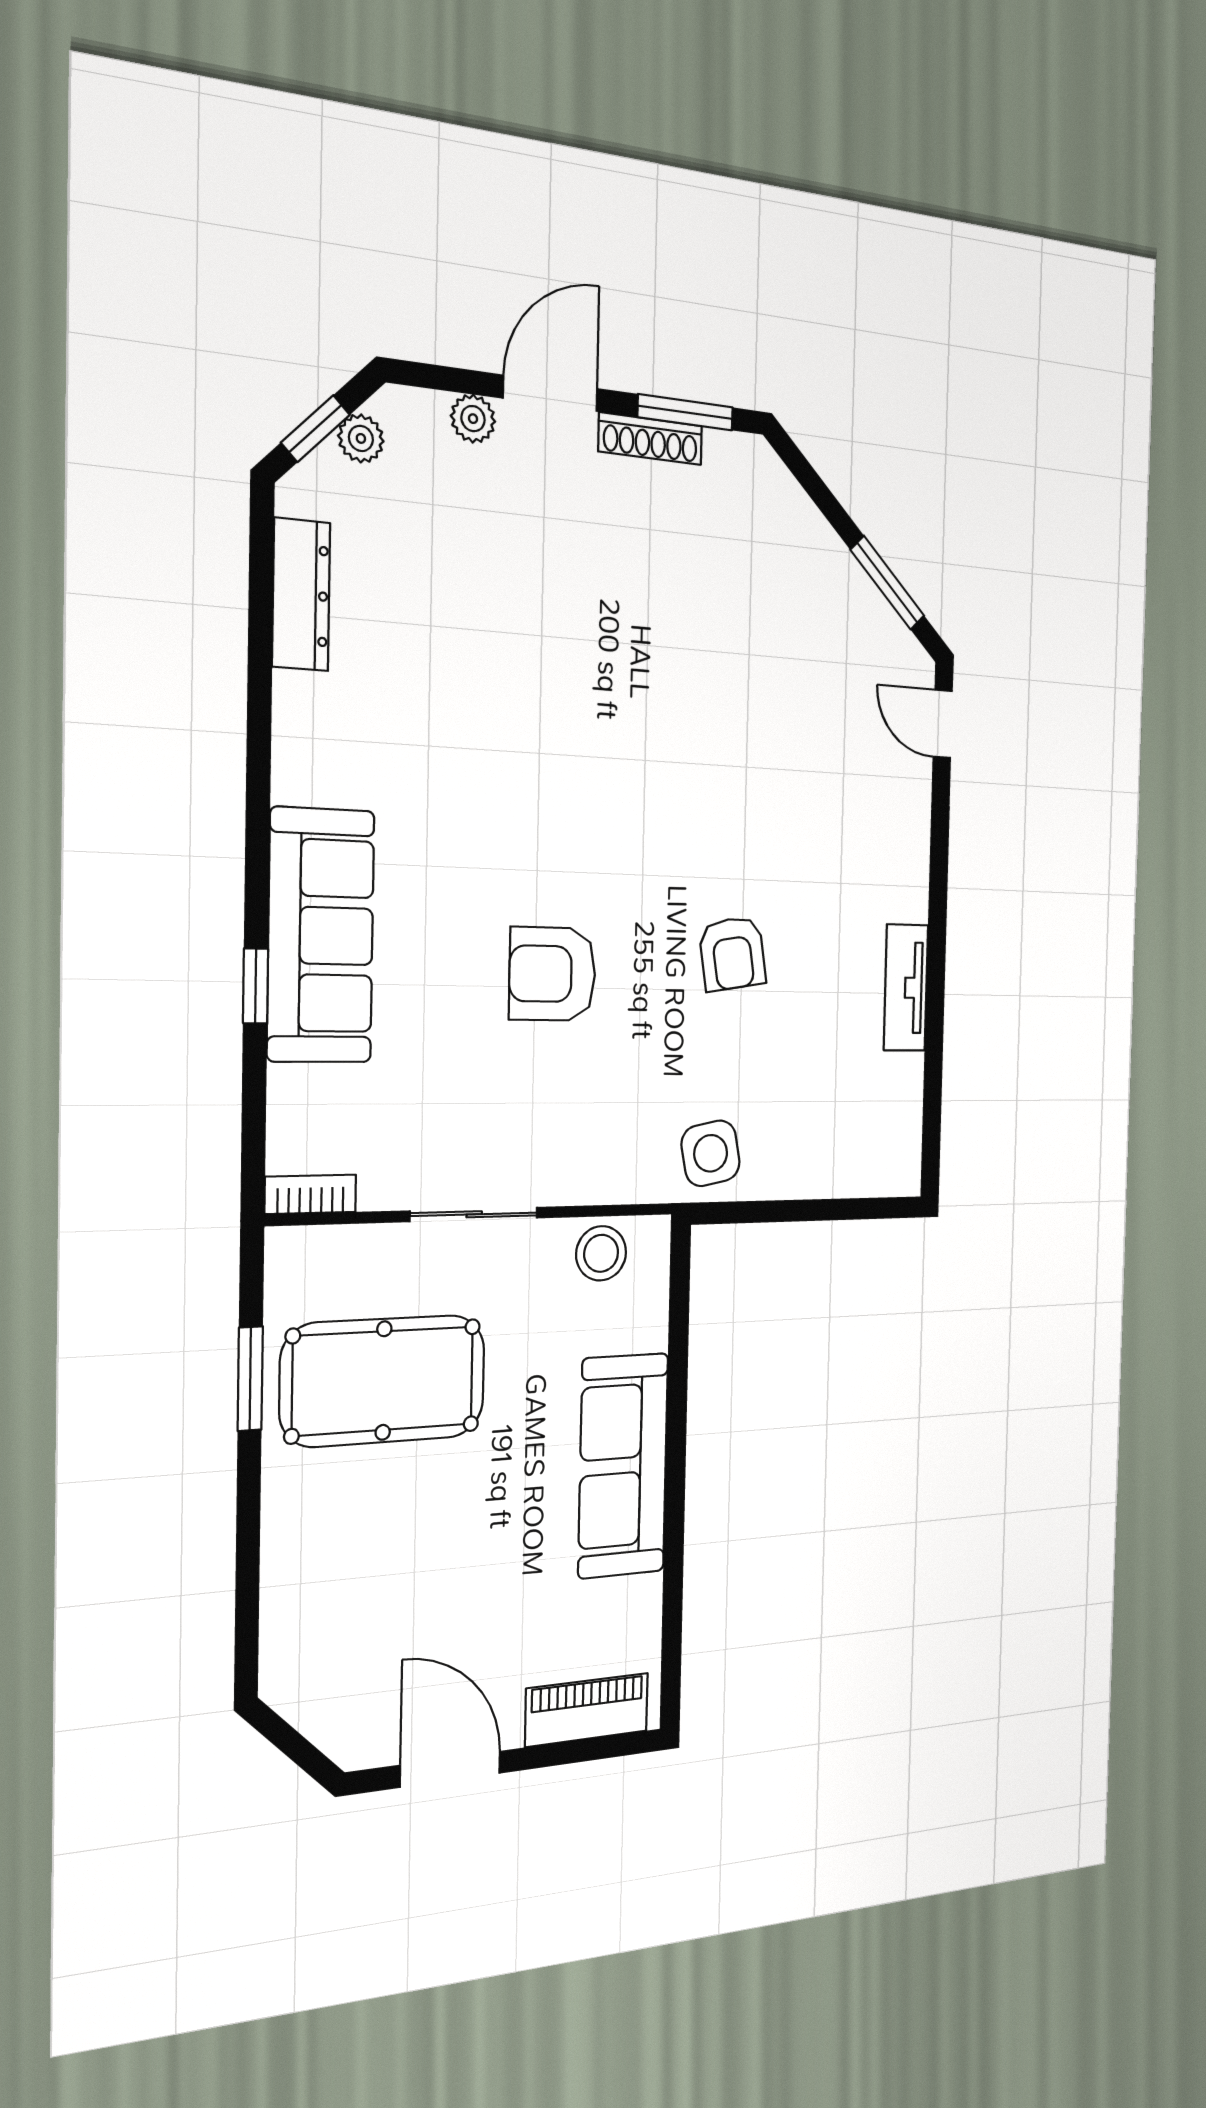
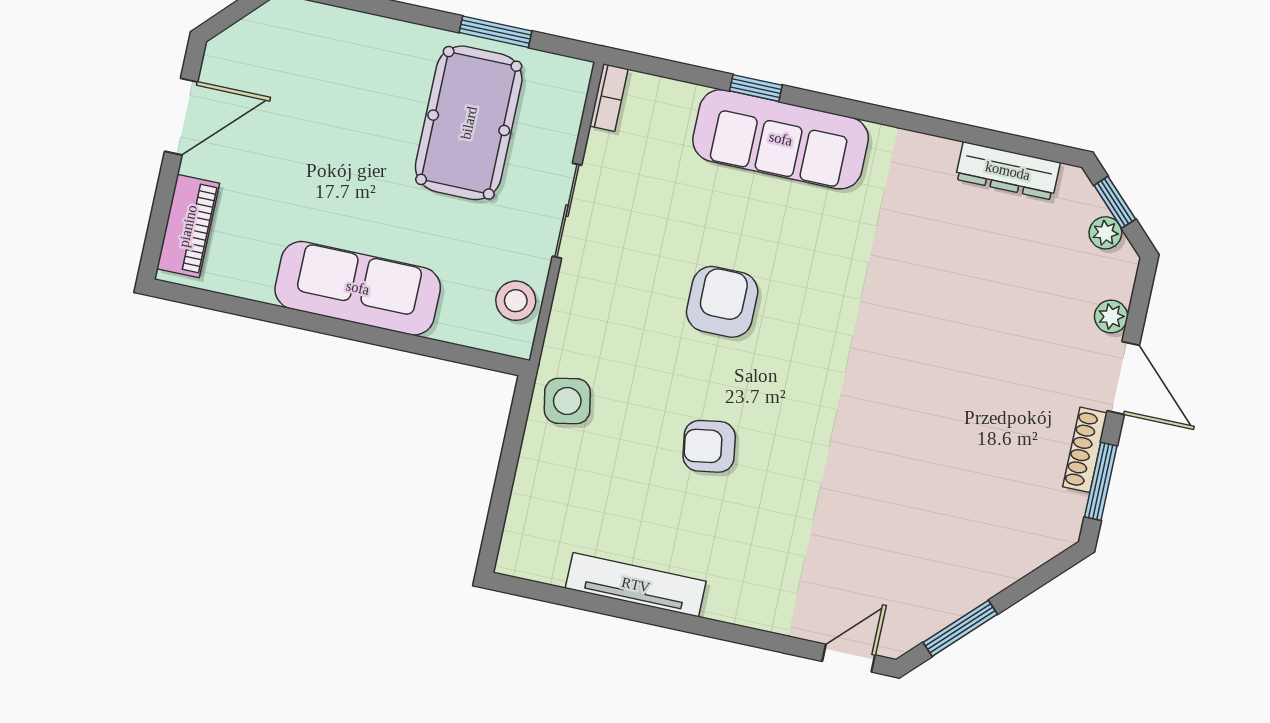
tv unit: (906, 988) -> (636, 585), width x1.41

